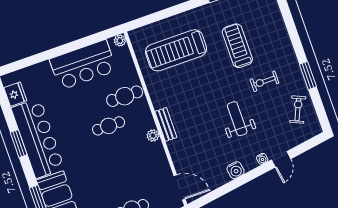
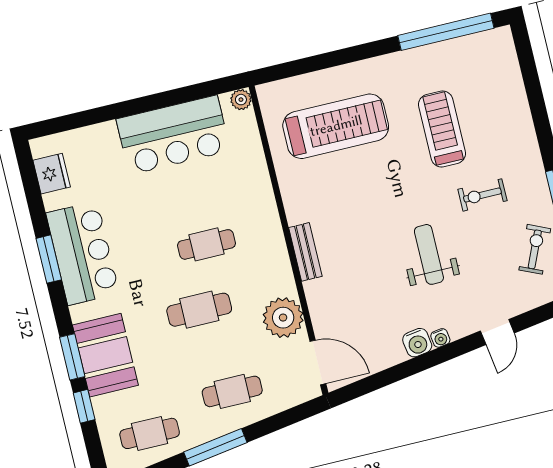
treadmill: (176, 50) -> (336, 126), turned 180
cafe table: (125, 96) -> (199, 310), moved
plant: (153, 136) -> (283, 318), moved, width x1.87, depth x1.87
bar counter: (38, 138) -> (83, 253), width x0.73
water cooler: (262, 159) -> (440, 338), moved

